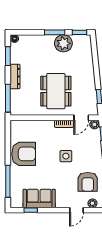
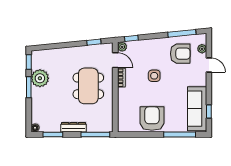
dining table: (56, 91) -> (88, 86), turned 90
sofa: (39, 198) -> (197, 109), width x1.36

